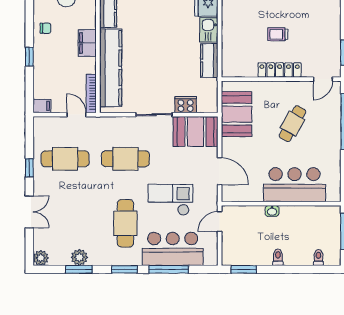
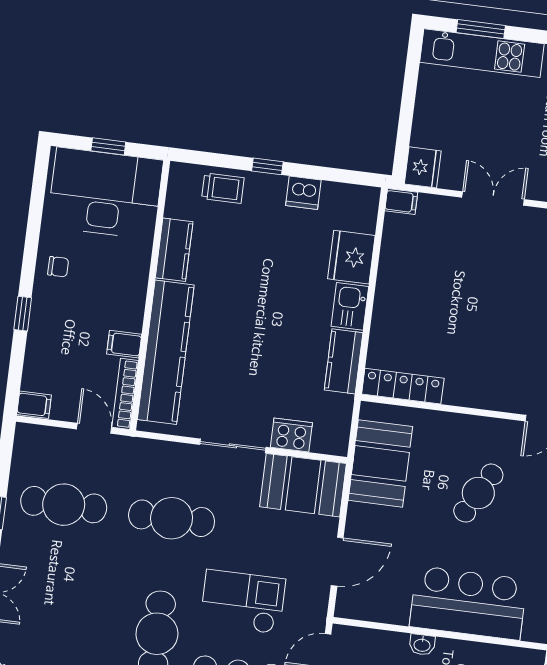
trolley: (278, 34) -> (472, 330), removed
filing cabinet: (87, 43) -> (124, 344), moved, width x0.50
locker: (280, 70) -> (403, 386), moved
door: (220, 171) -> (337, 562), hinge flipped

